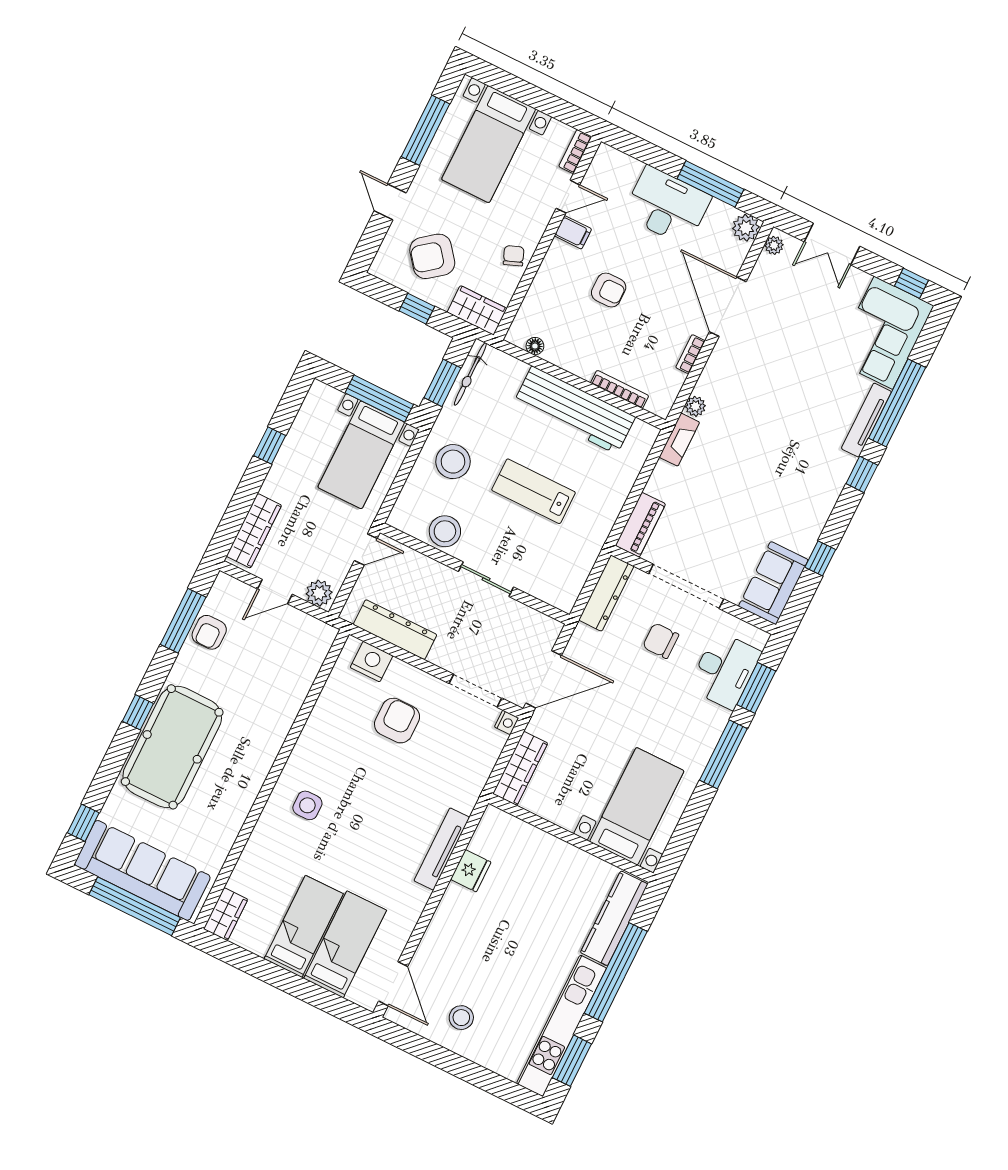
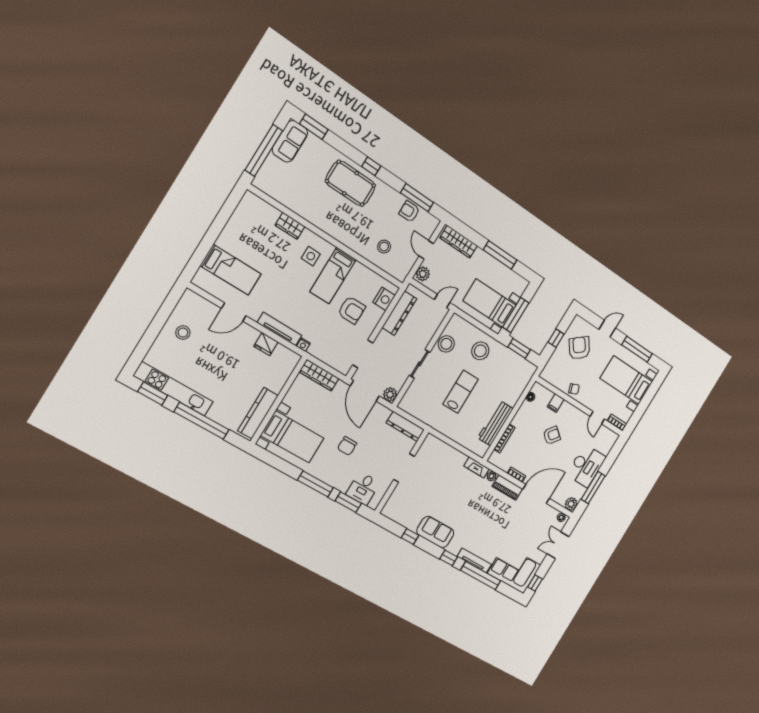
filing cabinet: (573, 232) -> (556, 403), moved
armchair: (609, 290) -> (552, 435), turned -142
wardrobe: (477, 310) -> (551, 369), removed
bicycle: (470, 374) -> (521, 363), removed
workbench: (574, 410) -> (495, 423), width x0.73, depth x0.76
window: (270, 445) -> (500, 255), width x2.17
piano: (640, 525) -> (507, 488), moved
door: (366, 549) -> (442, 301), swing flipped
sofa: (773, 583) -> (435, 532), moved
doorway: (686, 586) -> (404, 468), width x0.73
plant: (547, 630) -> (390, 394), added
chair: (661, 641) -> (347, 446), moved, turned 180
desk: (725, 670) -> (363, 488), width x0.73
stool: (277, 672) -> (384, 247), added
nightstand: (507, 722) -> (303, 345), moved
pool table: (172, 747) -> (350, 183), width x0.73, depth x0.76
window: (83, 823) -> (314, 127), width x1.50
sofa: (142, 870) -> (290, 141), width x0.54, depth x0.79
wardrobe: (226, 914) -> (290, 226), moved
kitchen counter: (614, 918) -> (258, 413), moved, turned -90
bed: (304, 926) -> (333, 276), moved, turned 90
door: (393, 984) -> (234, 312), moved

